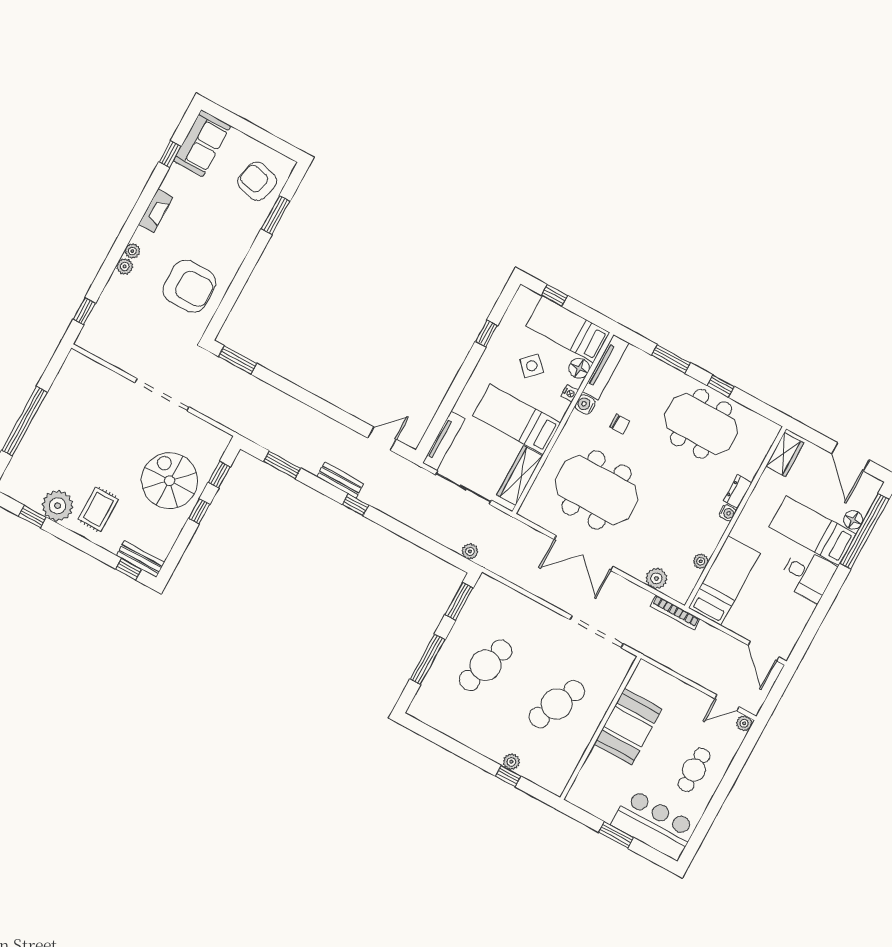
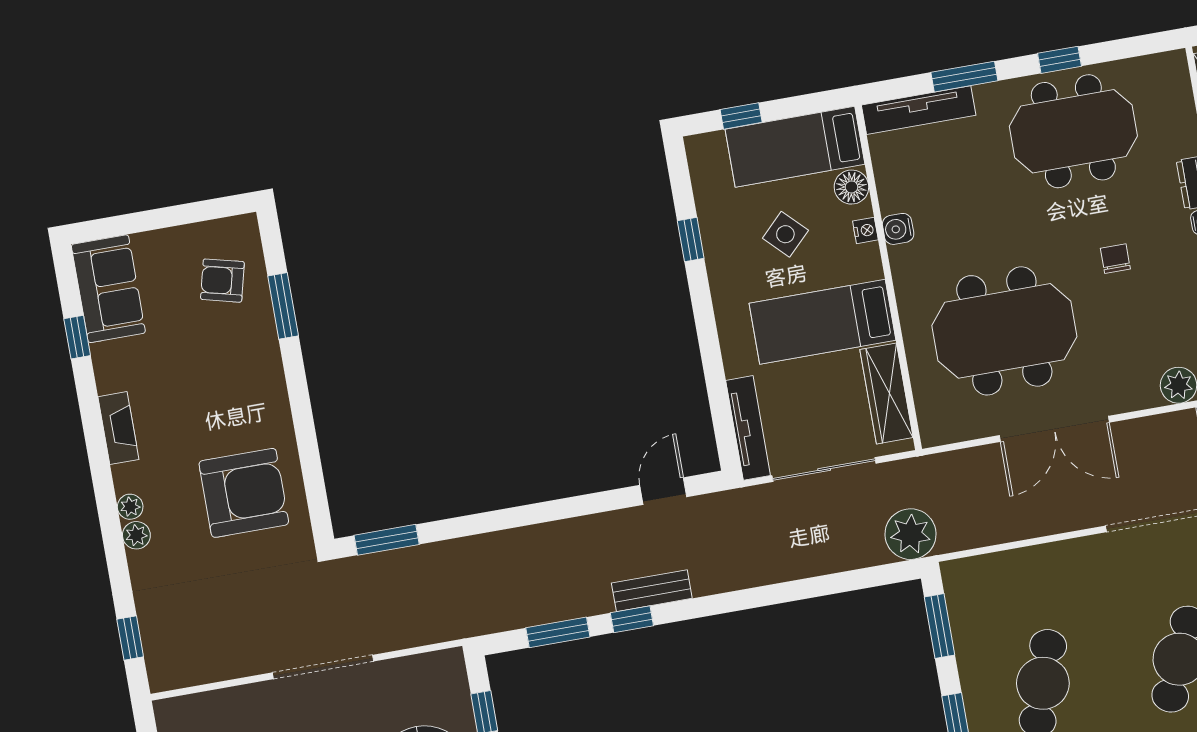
armchair: (257, 181) -> (222, 281), width x0.72, depth x0.72
tv unit: (606, 367) -> (919, 110), moved, turned 90
chair: (620, 424) -> (1115, 259), moved, turned -90
window: (356, 505) -> (632, 619), moved
plant: (470, 551) -> (911, 534), width x1.88, depth x1.88

